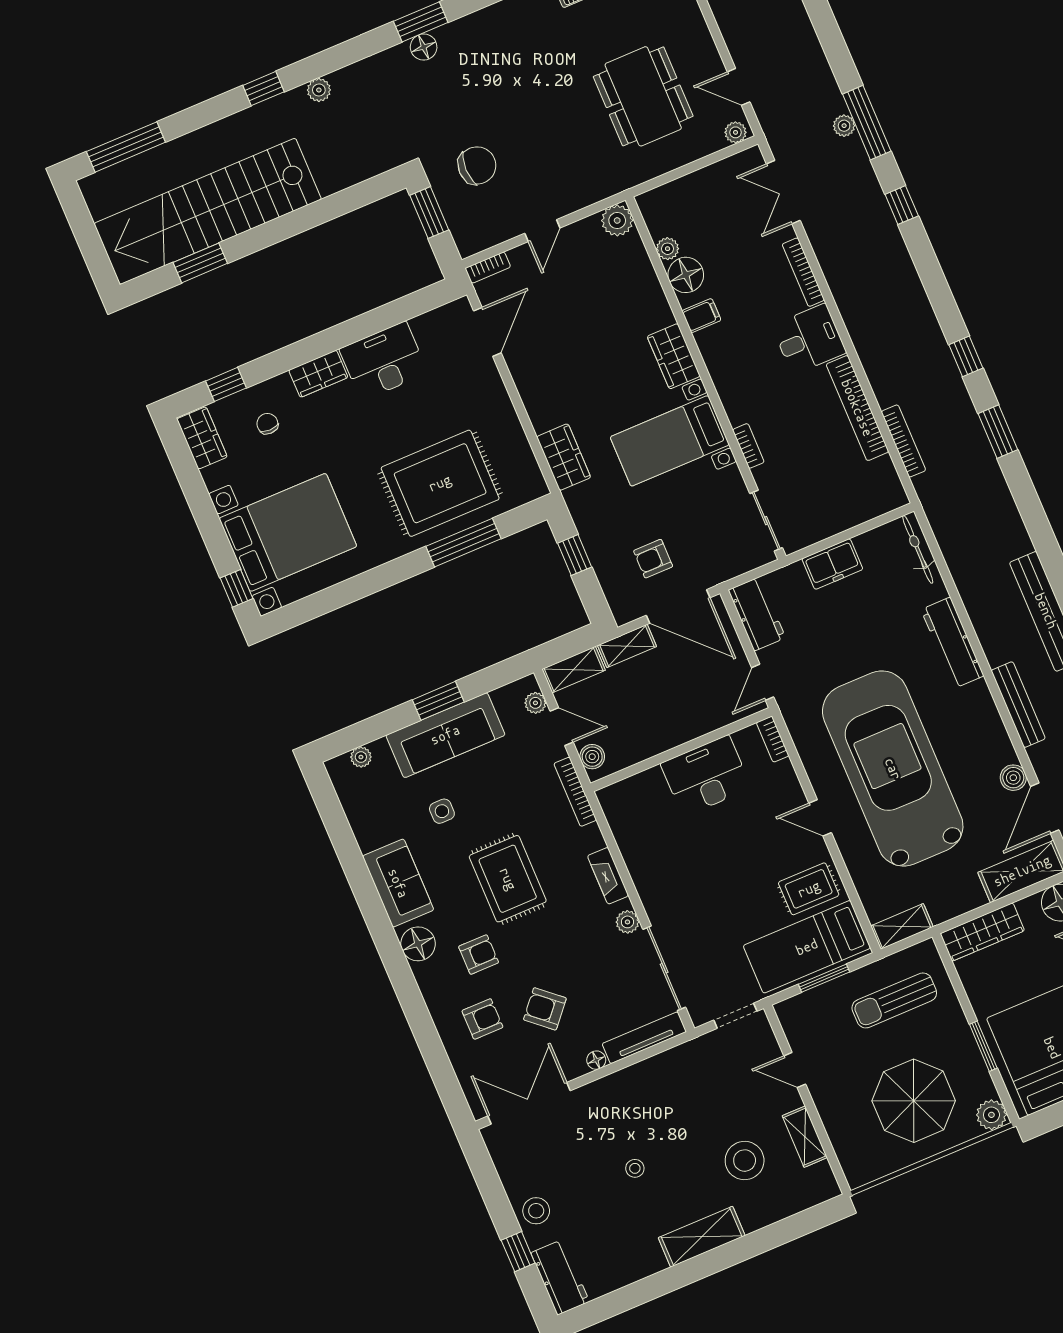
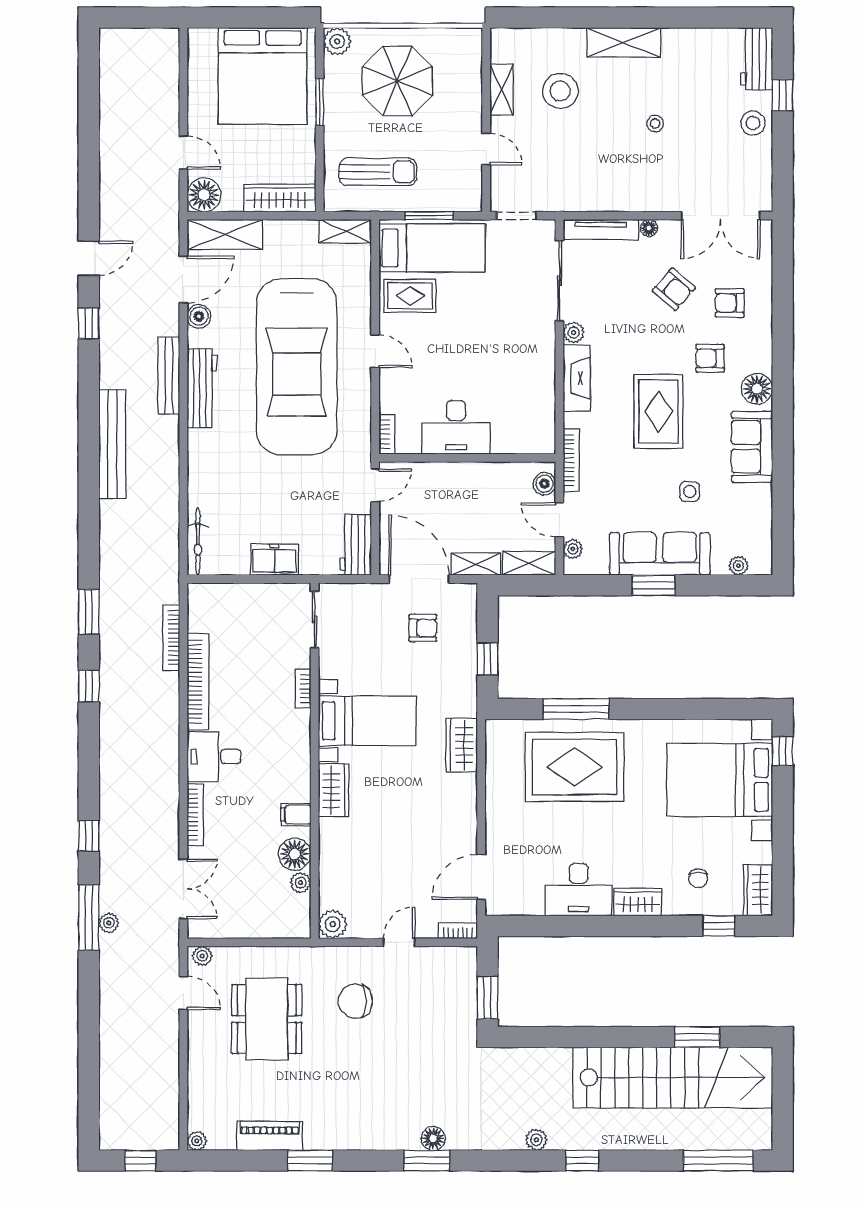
chair: (477, 165) -> (355, 1001), moved
workbench: (952, 643) -> (202, 388), moved
fireplace: (608, 876) -> (577, 378), width x1.37, depth x1.32

